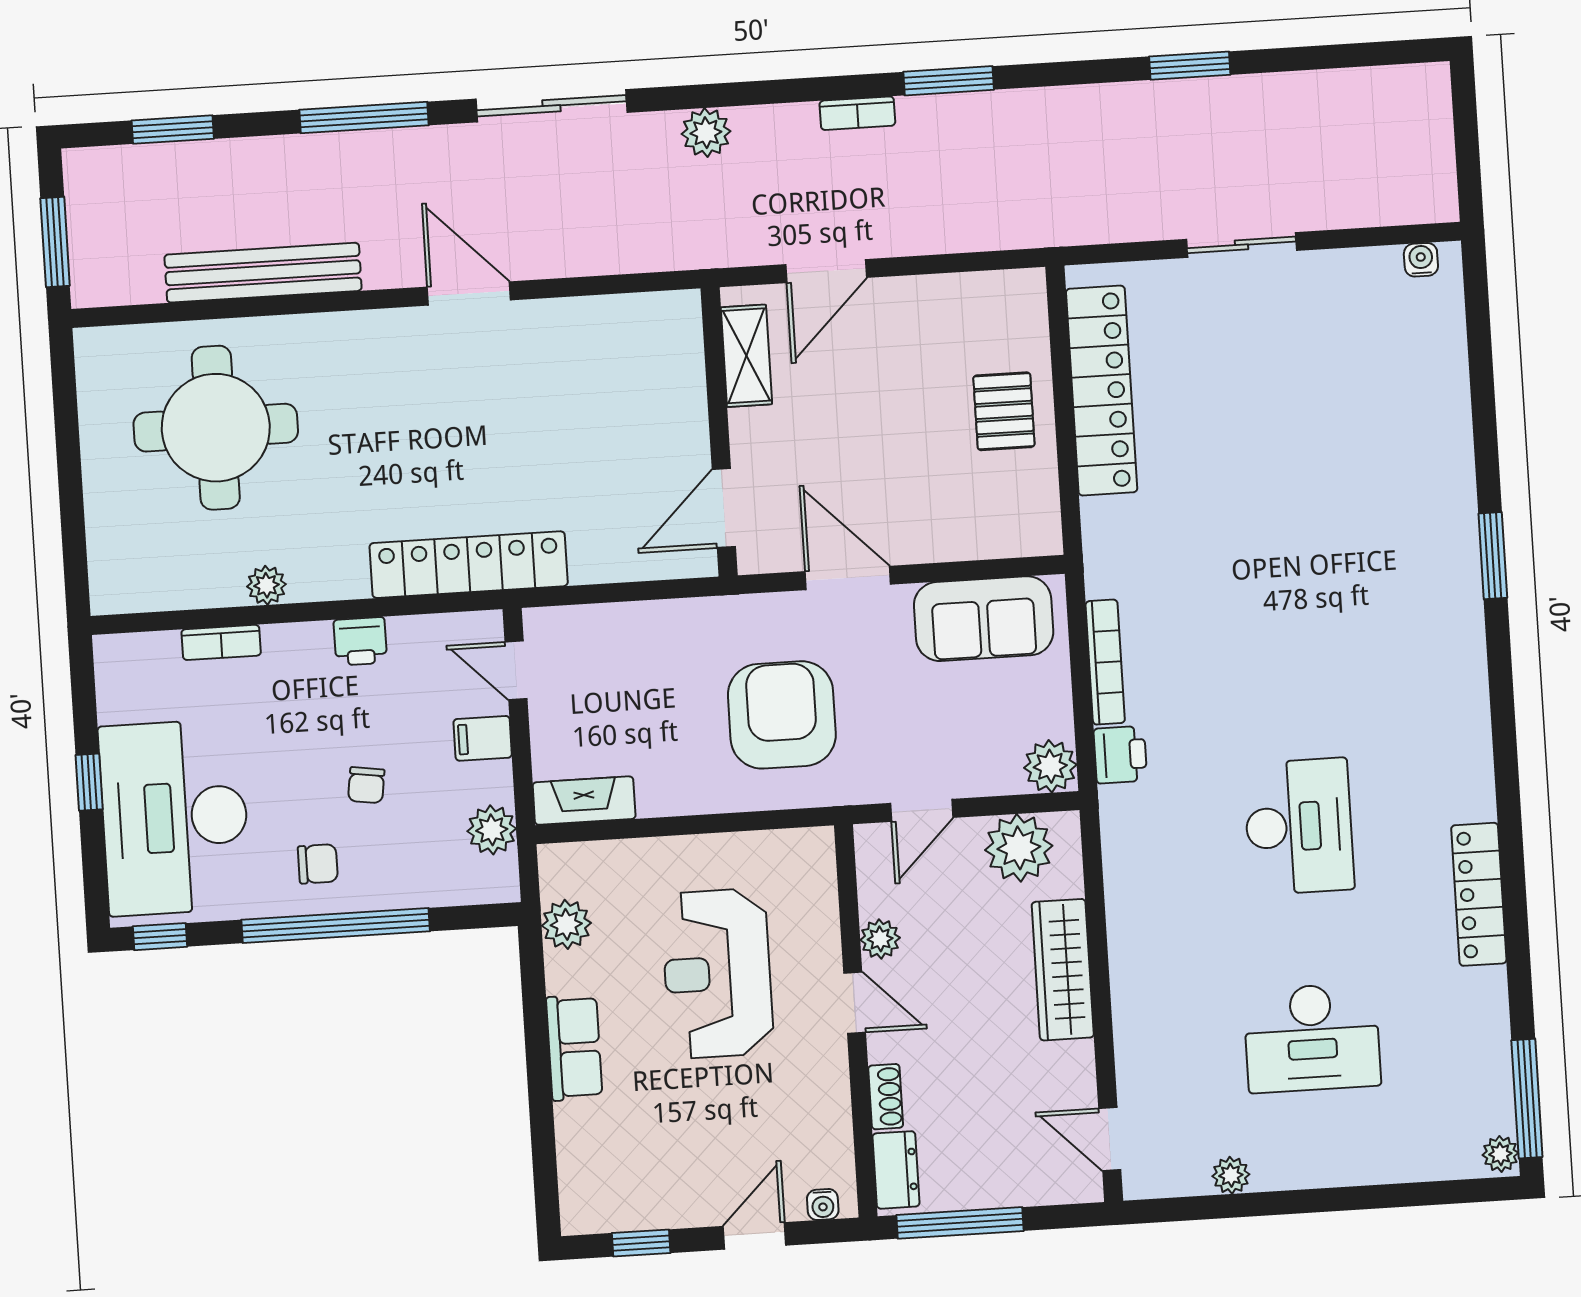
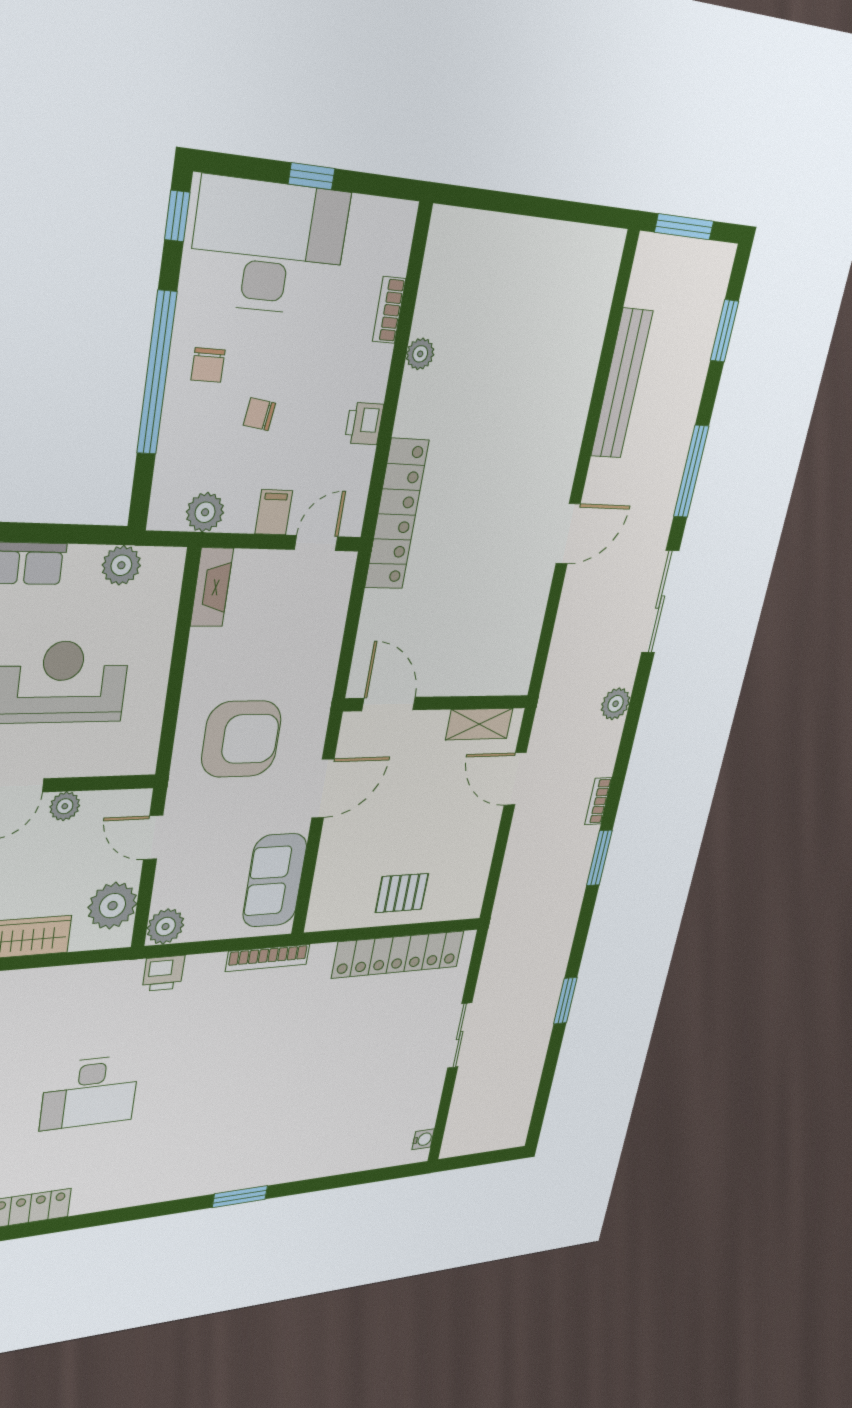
round table: (216, 428) -> (535, 331), removed
bookcase: (1105, 662) -> (268, 958), moved

